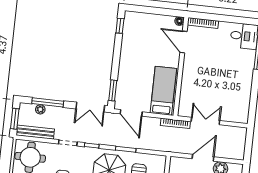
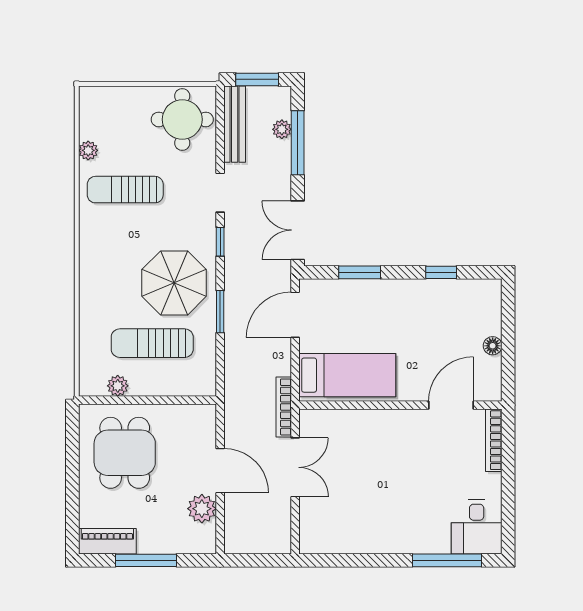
floor lamp: (179, 21) -> (493, 346), moved
window: (120, 26) -> (441, 272), moved
window: (113, 90) -> (360, 272), moved

